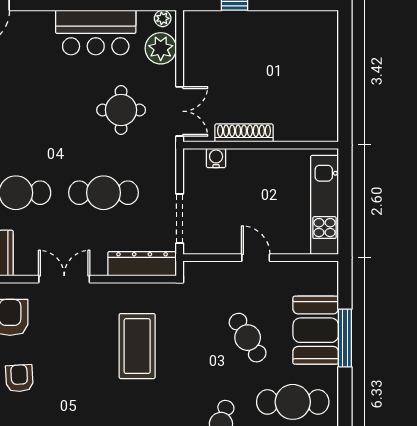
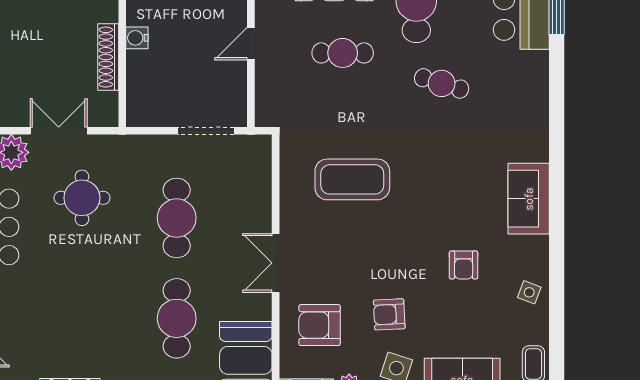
double door: (180, 111) -> (59, 131), moved
water cooler: (216, 158) -> (137, 38), moved
dresser: (142, 264) -> (258, 174), removed
cafe table: (248, 338) -> (343, 53), turned 31

